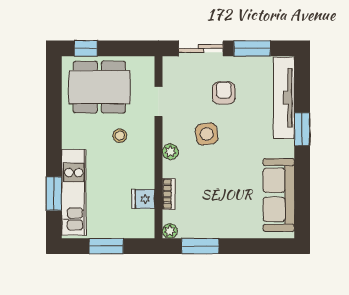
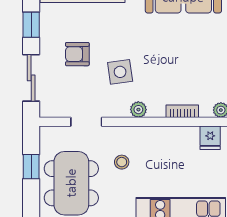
window: (86, 48) -> (31, 167), moved
window: (252, 48) -> (31, 25), width x0.67
fridge: (143, 199) -> (210, 138), moved

